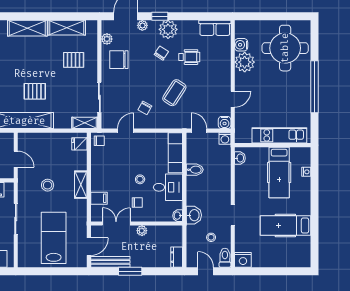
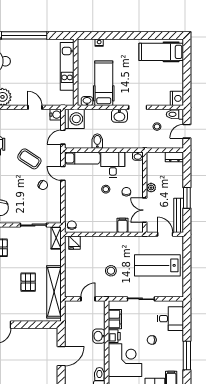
door: (126, 131) -> (63, 173), moved
washing machine: (225, 138) -> (74, 119), width x1.89, depth x1.89
hospital bed: (279, 172) -> (104, 83), moved, turned -90
shelving: (81, 185) -> (110, 241), removed
washbasin: (194, 215) -> (119, 116), moved, turned 180
hospital bed: (285, 226) -> (161, 52), moved, turned 90

